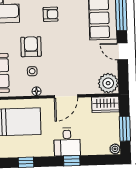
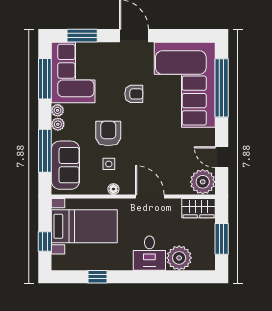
door: (122, 51) -> (222, 157), moved
door: (66, 96) -> (150, 196), swing flipped
plant: (115, 149) -> (179, 258), moved, width x1.88, depth x1.88
window: (72, 161) -> (154, 277), removed

